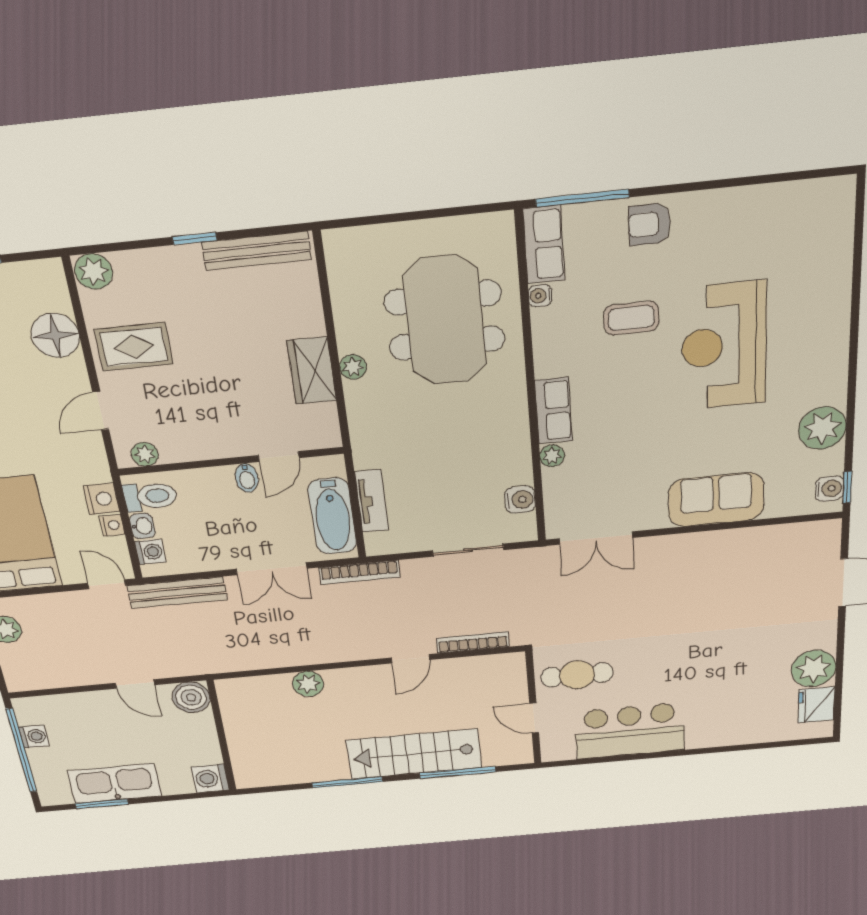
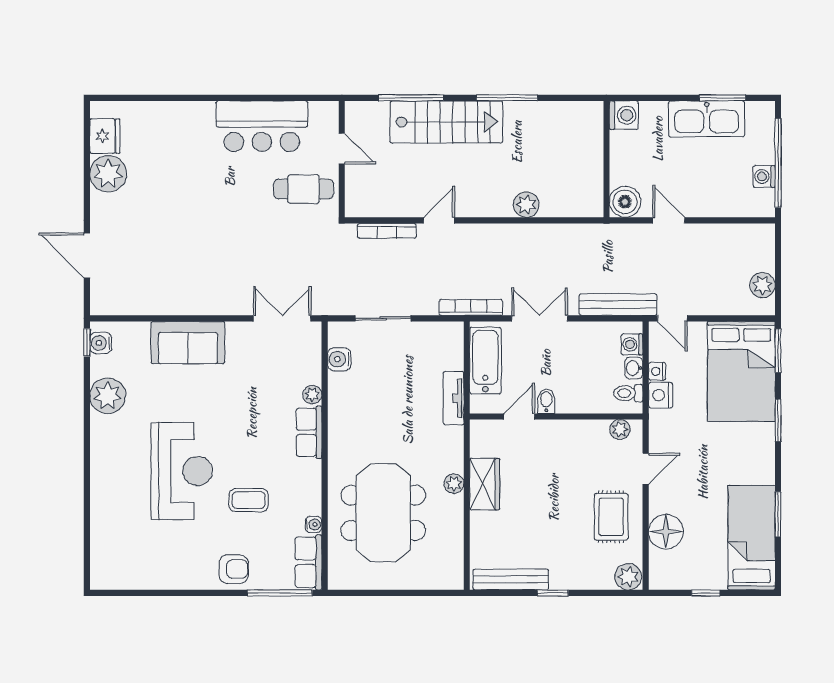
rug: (134, 347) -> (611, 517), turned 90
toilet: (150, 496) -> (628, 393), width x0.73, depth x0.72
tv unit: (372, 501) -> (454, 398), moved

